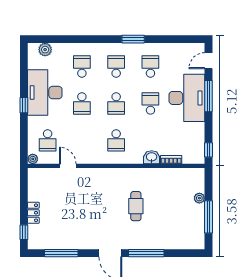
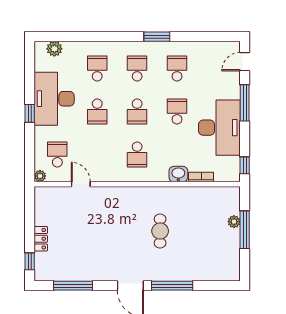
desk: (187, 98) -> (219, 128), moved
school desk: (48, 140) -> (57, 154), turned 180
window: (208, 217) -> (245, 230), moved

